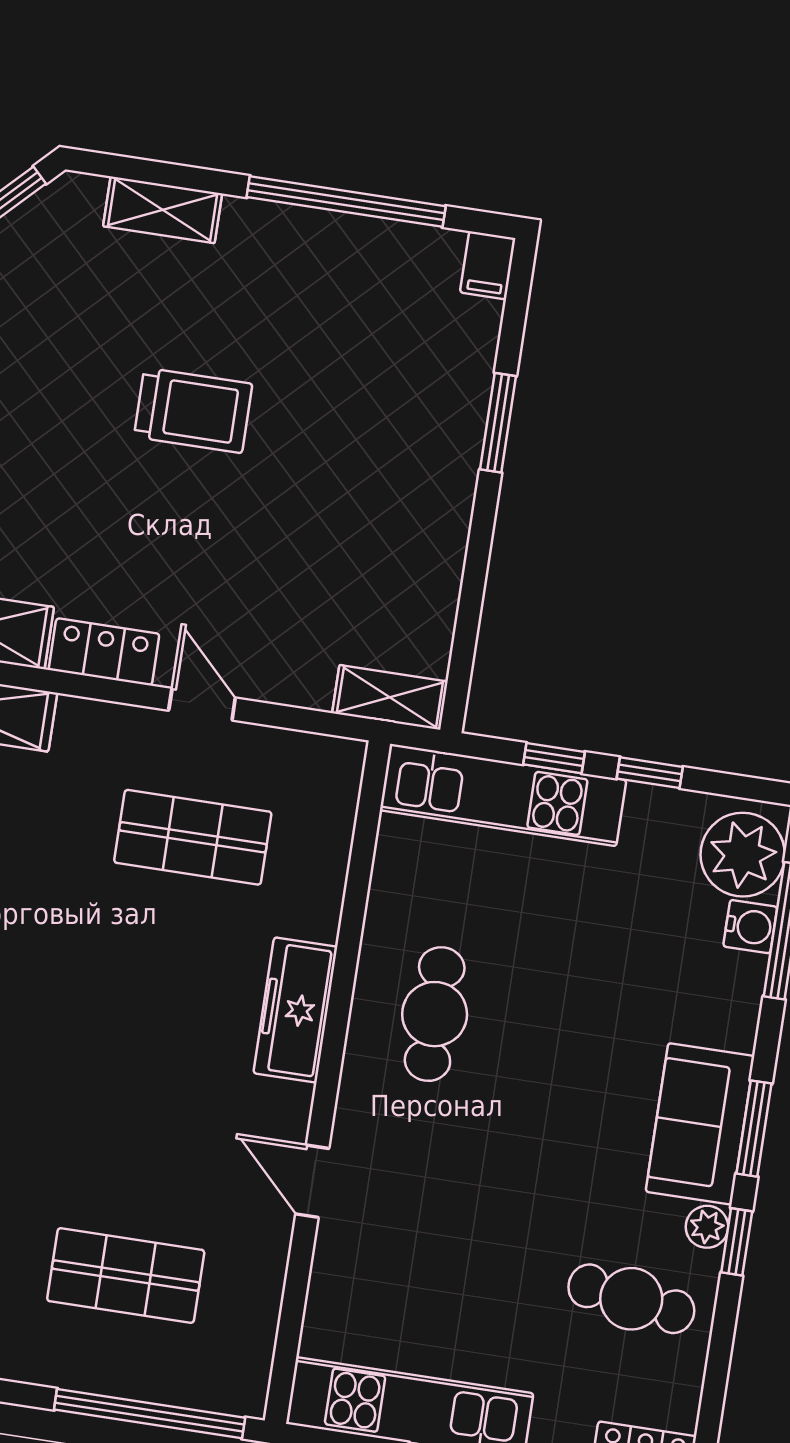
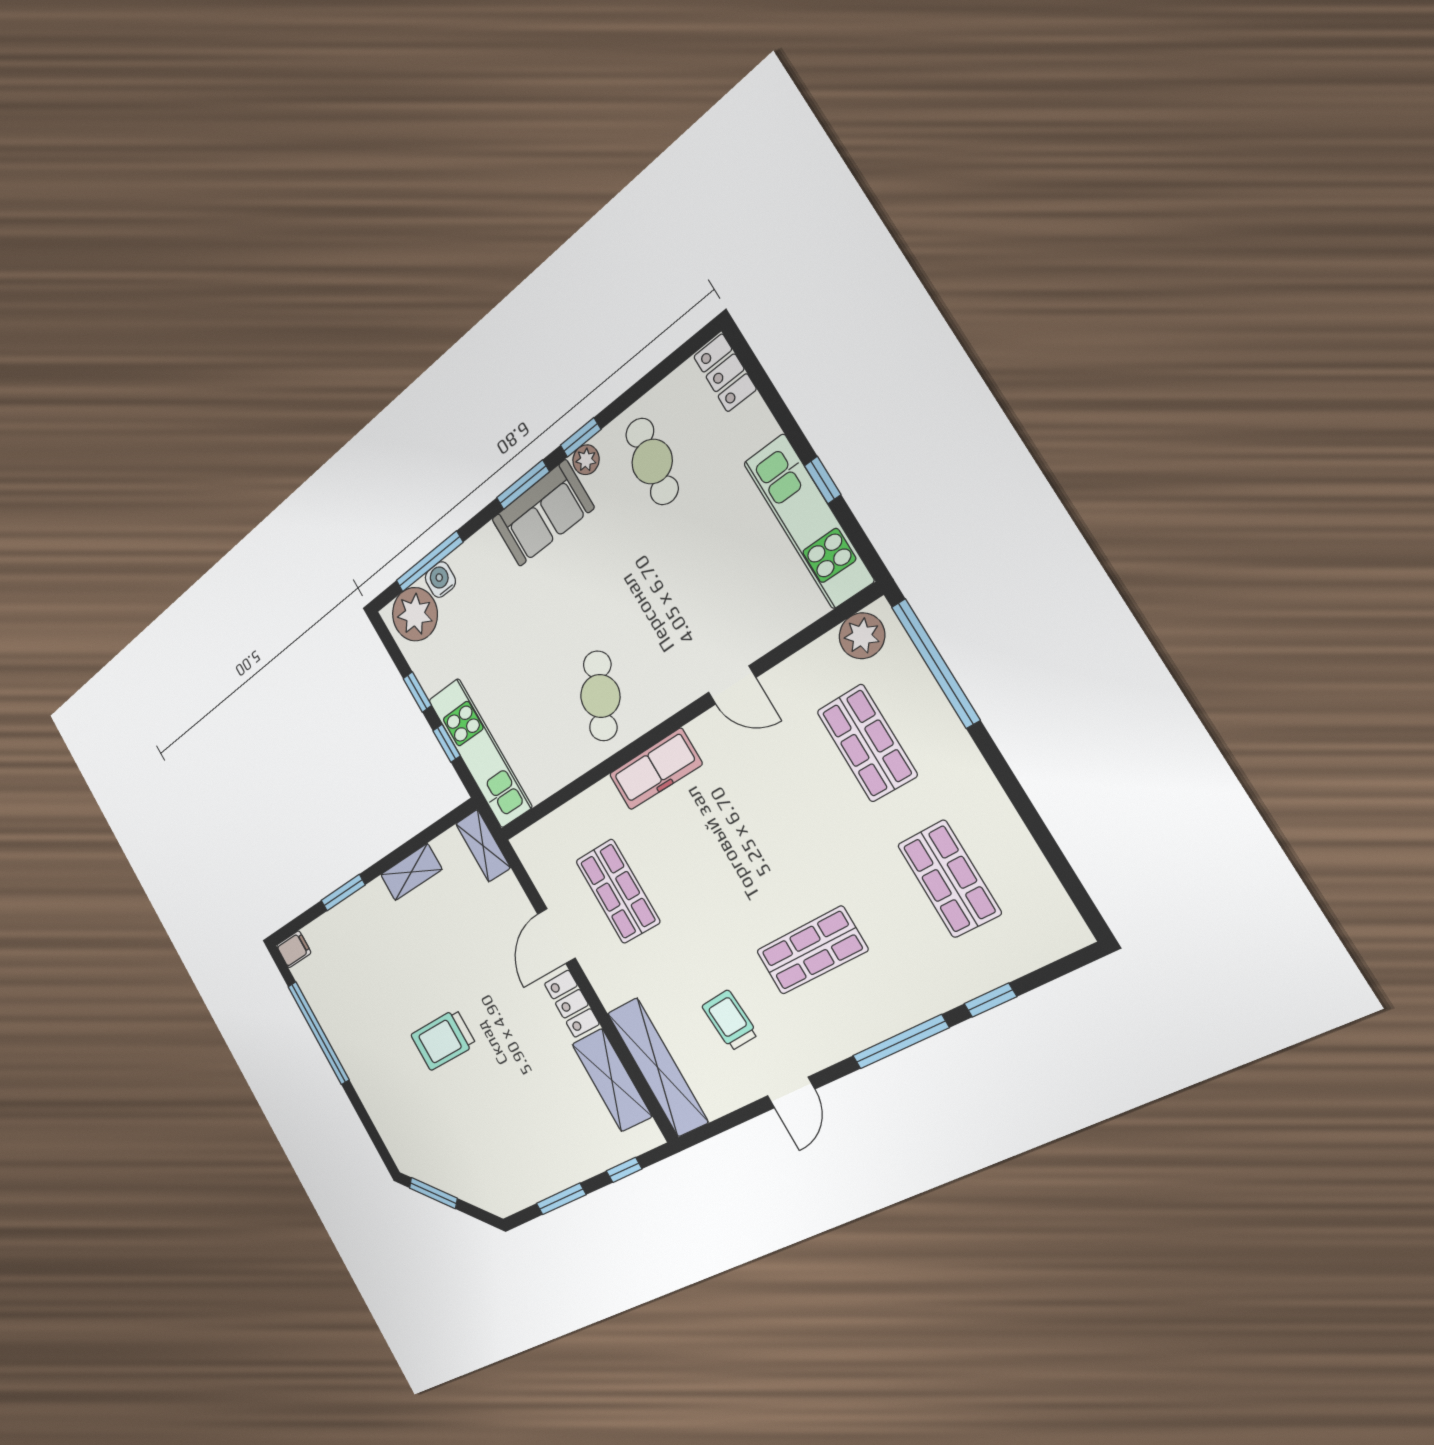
shelving: (163, 210) -> (411, 872), moved, turned 90
trolley: (193, 410) -> (443, 1040), turned -90
door: (202, 704) -> (556, 936), width x1.37
cafe table: (435, 1014) -> (600, 696), turned -63
door: (312, 1181) -> (732, 685), hinge flipped
plant: (242, 1364) -> (862, 636), added

